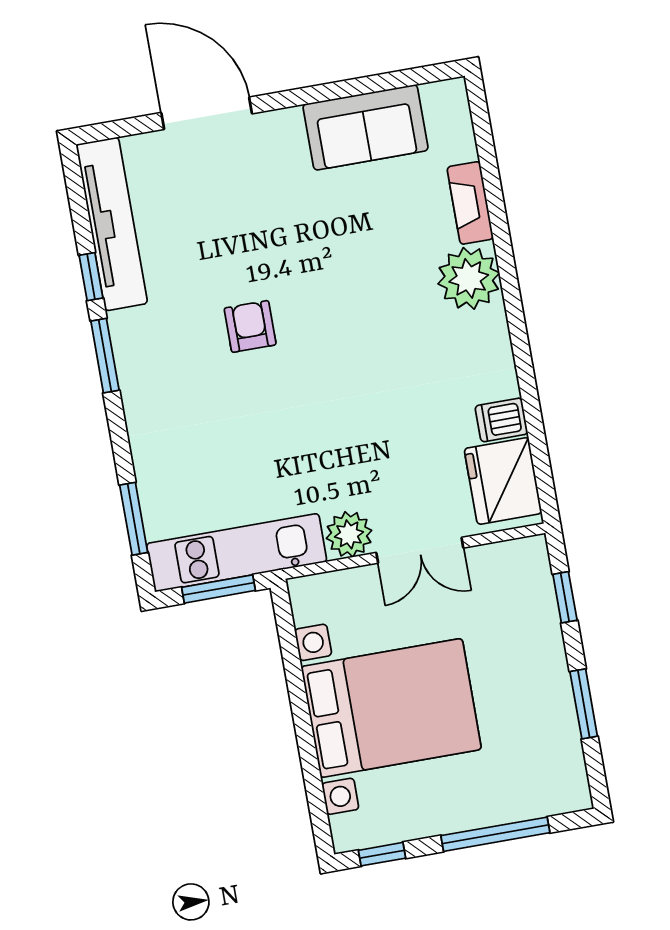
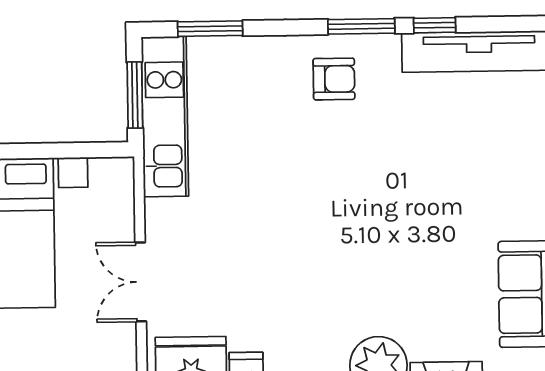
armchair: (250, 326) -> (334, 79), moved
plant: (349, 534) -> (165, 220), removed

